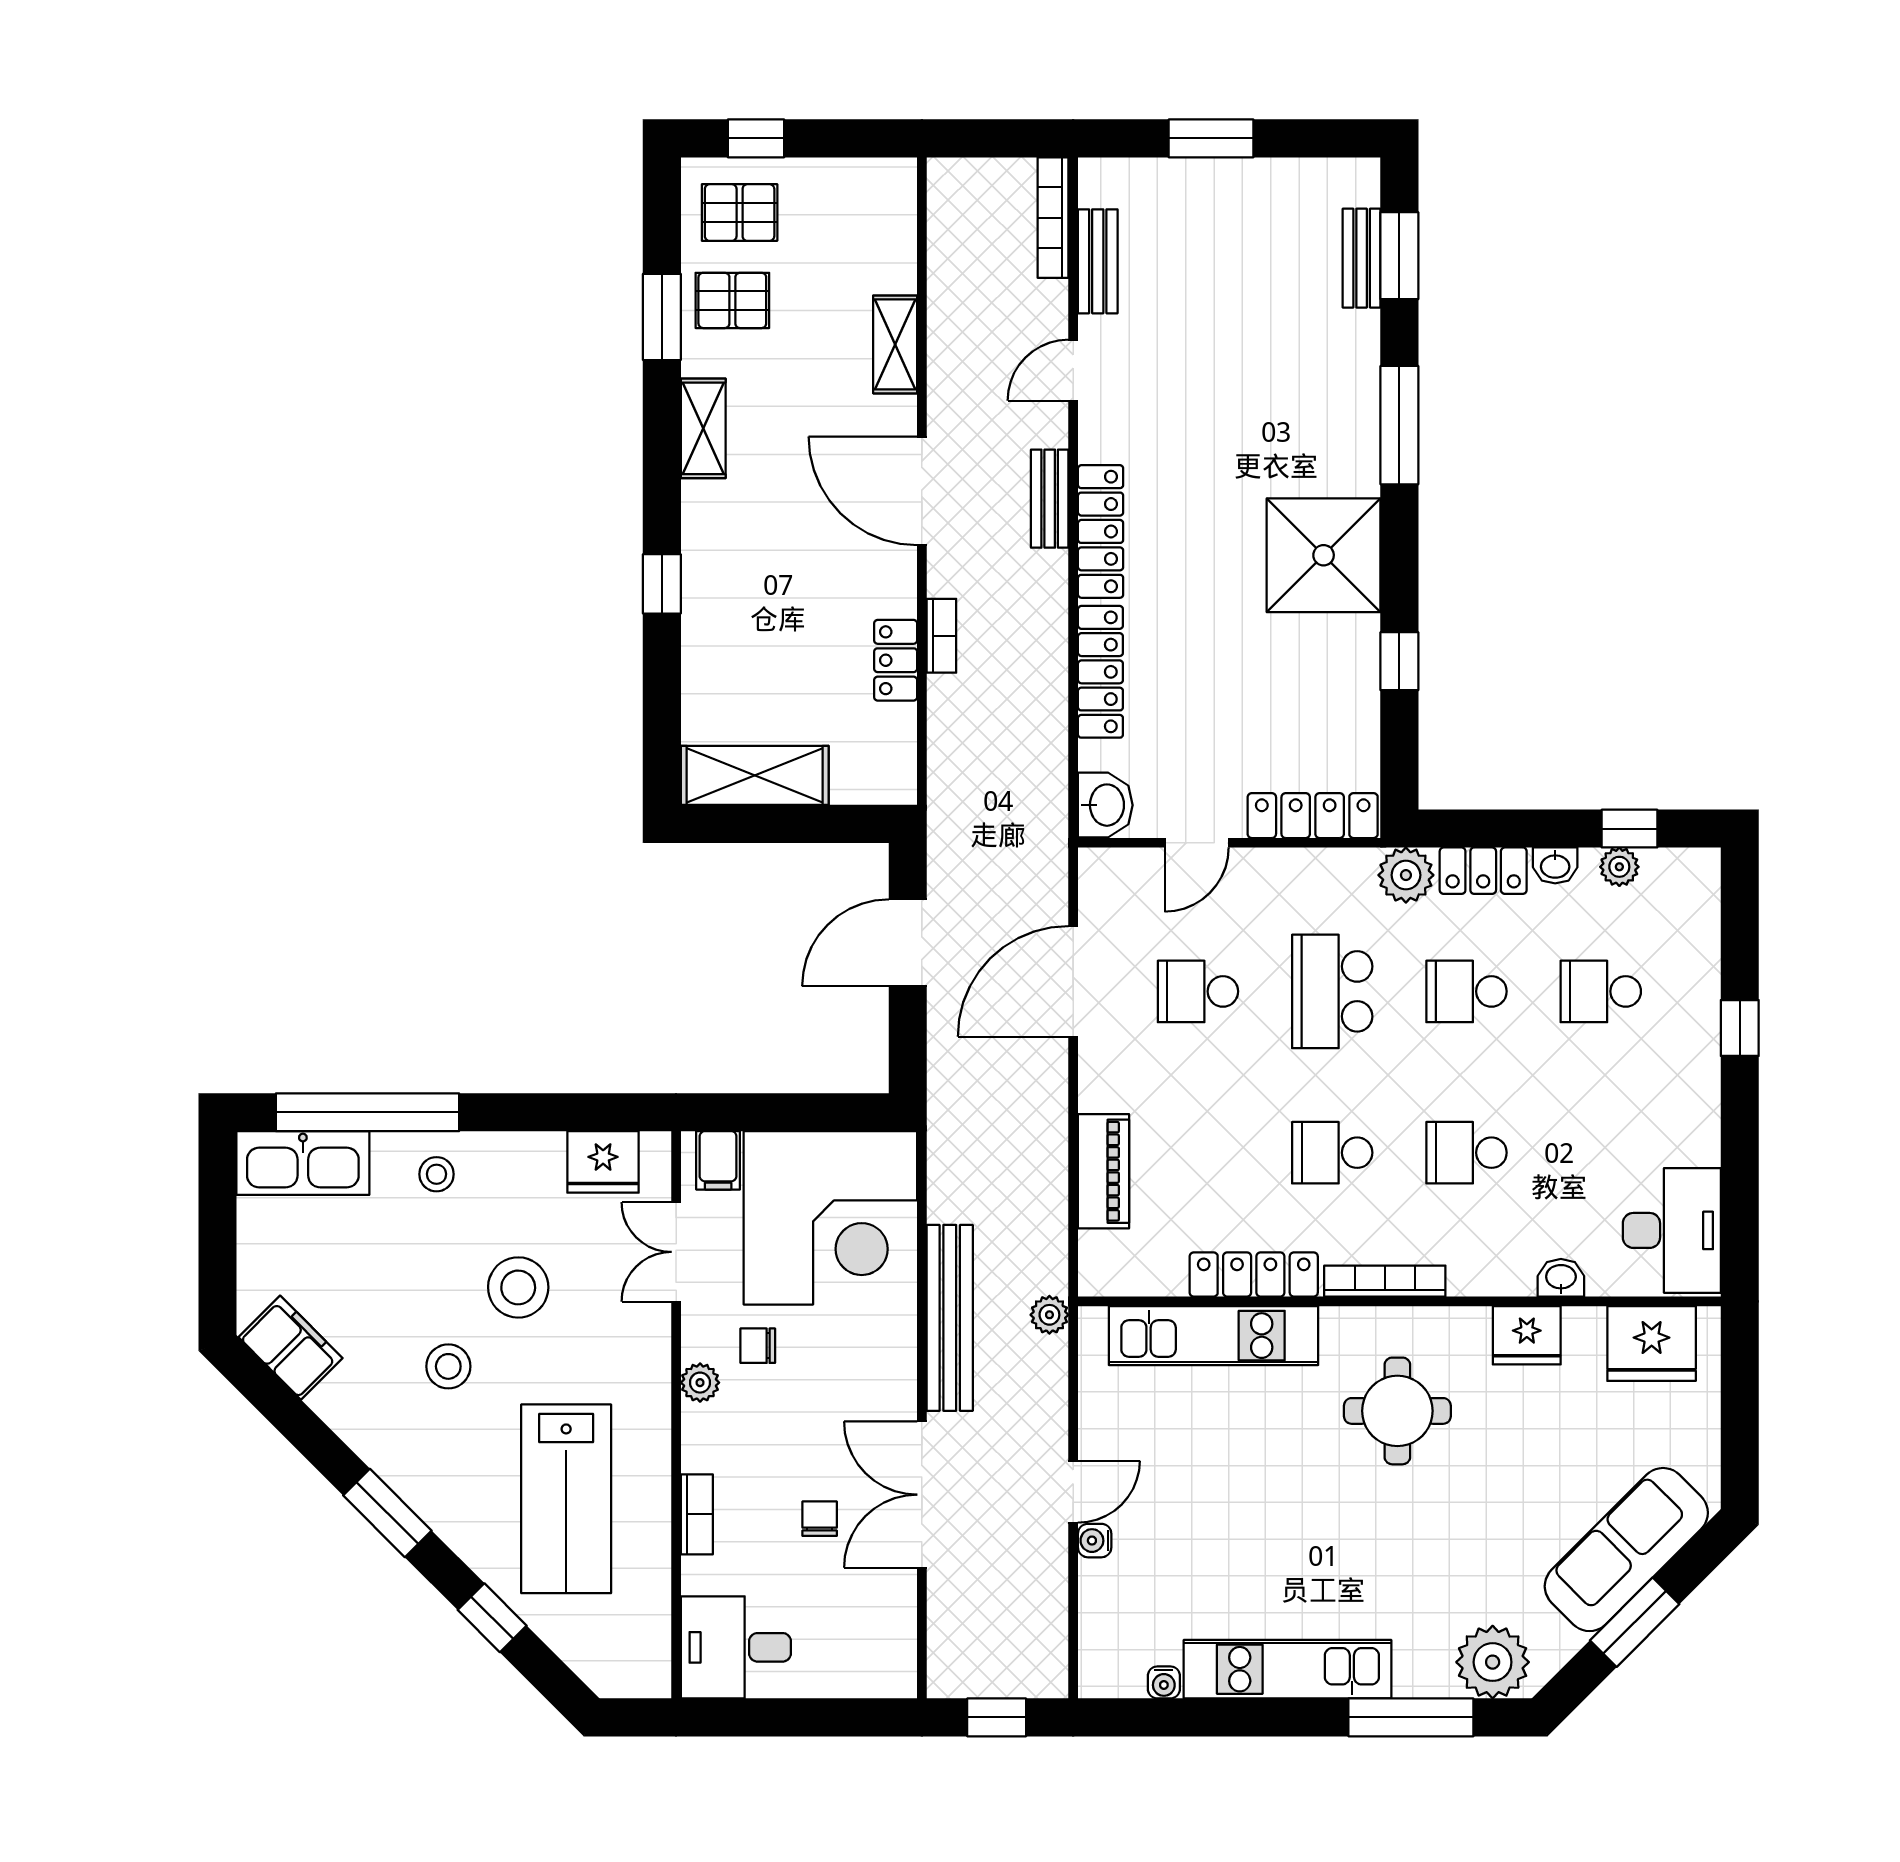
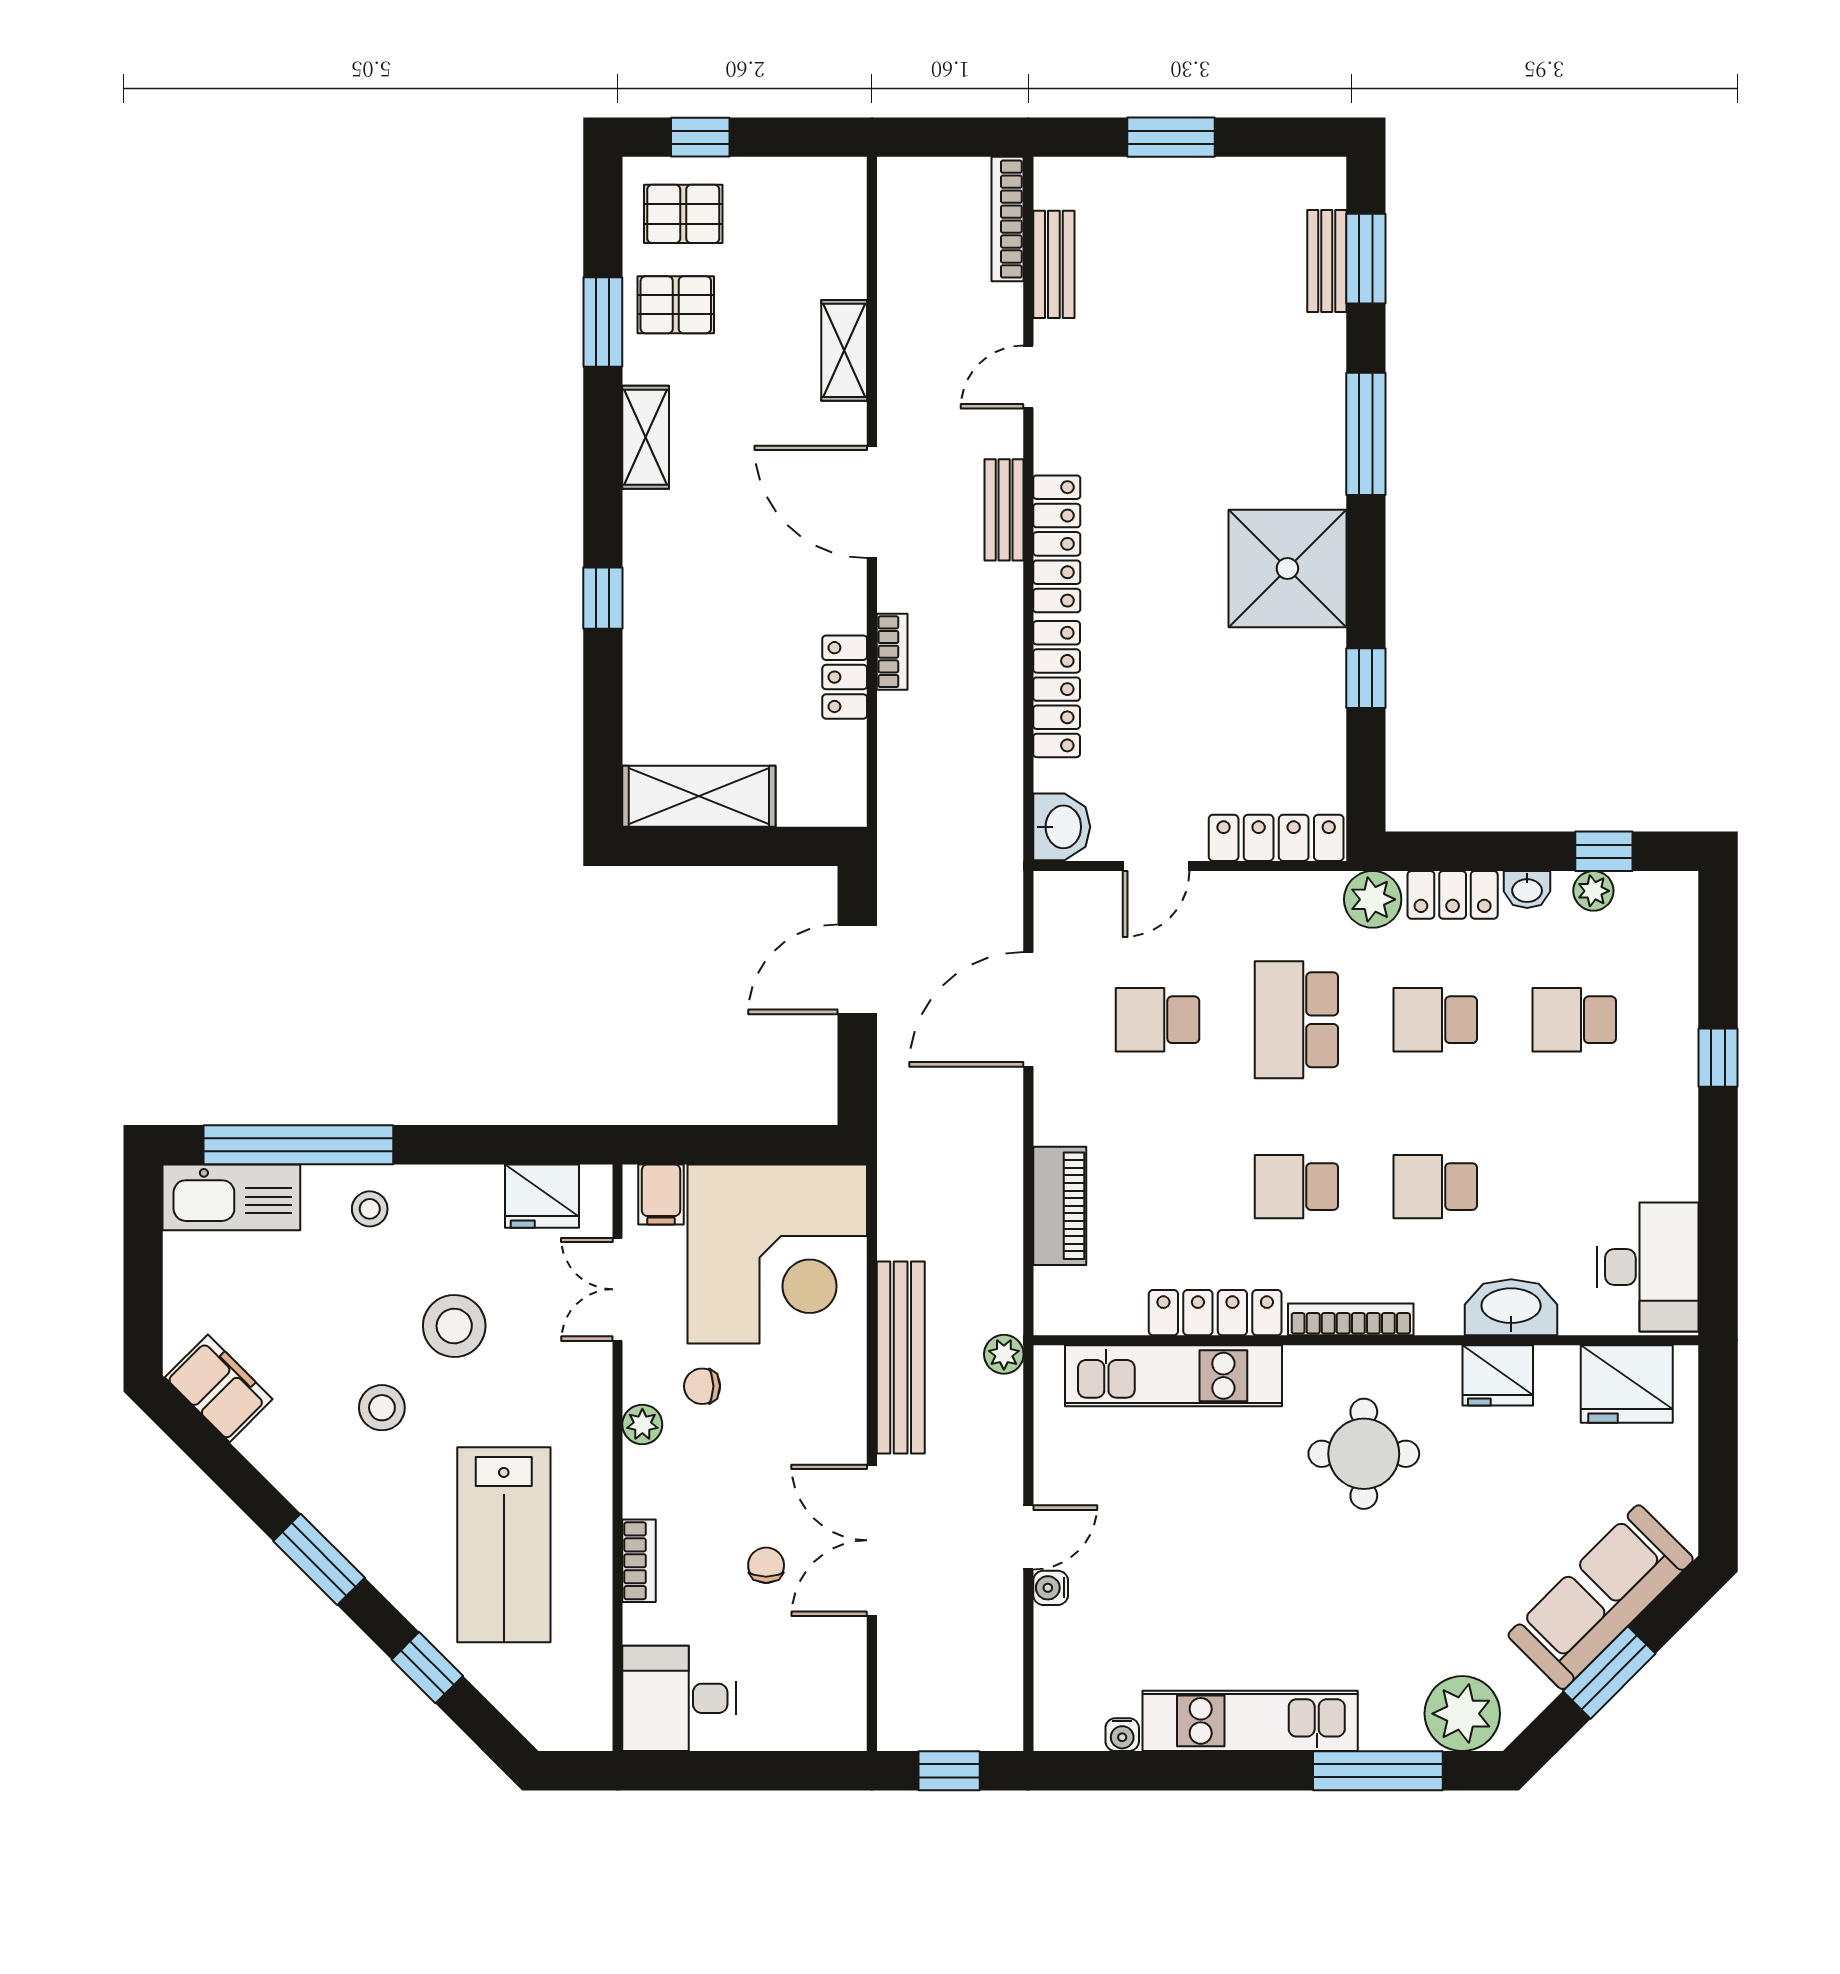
washbasin: (1561, 1278) -> (1511, 1307), width x1.91, depth x1.45

